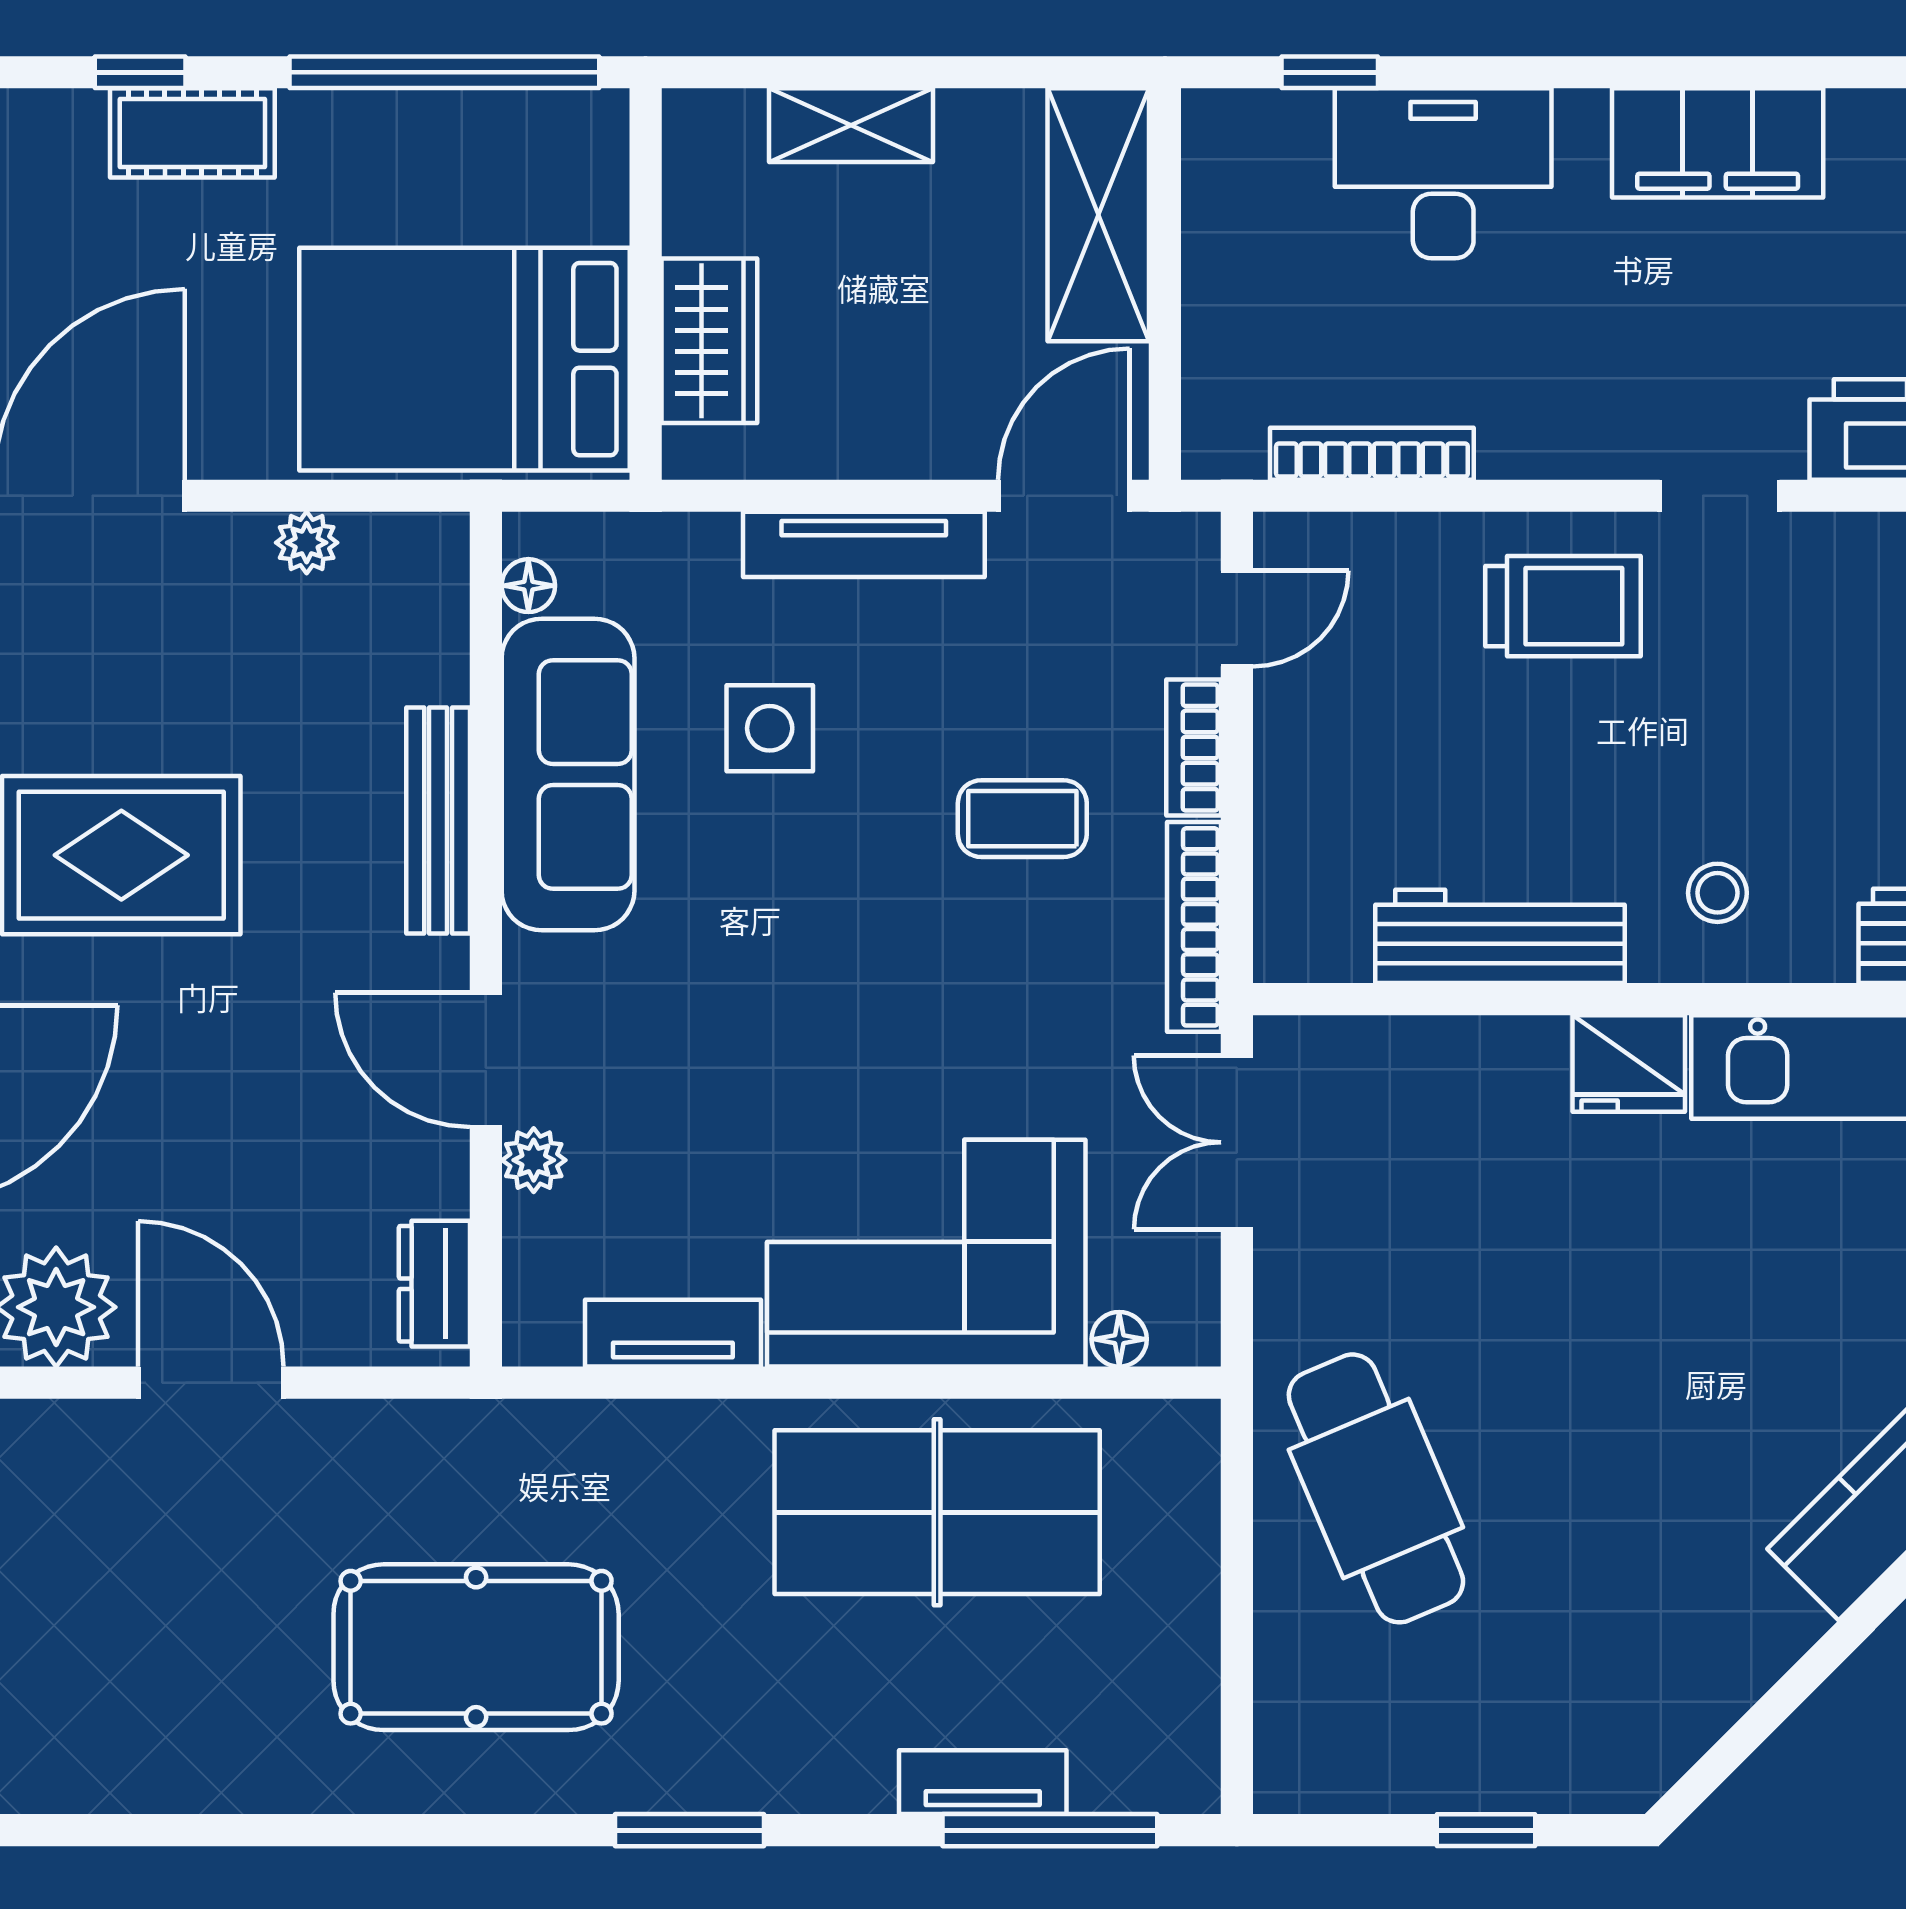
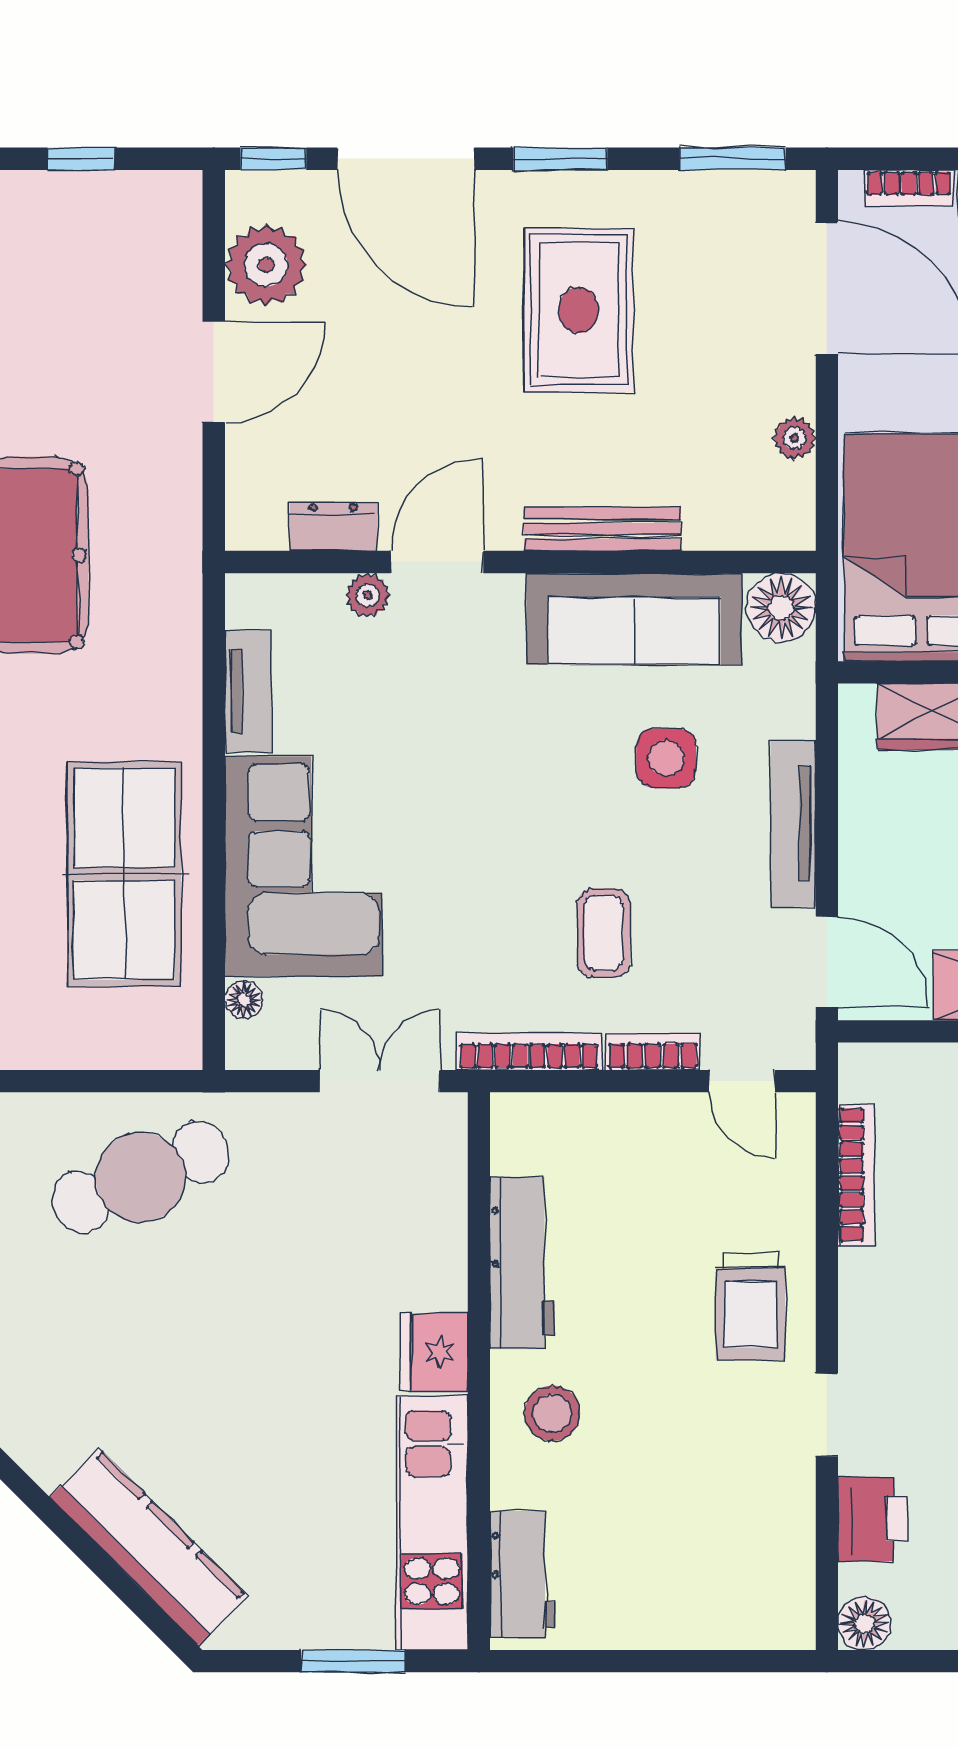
floor lamp: (528, 586) -> (781, 608), width x1.89, depth x1.89
stool: (1717, 893) -> (552, 1413), width x1.37, depth x1.37
dresser: (434, 1284) -> (333, 526), moved

